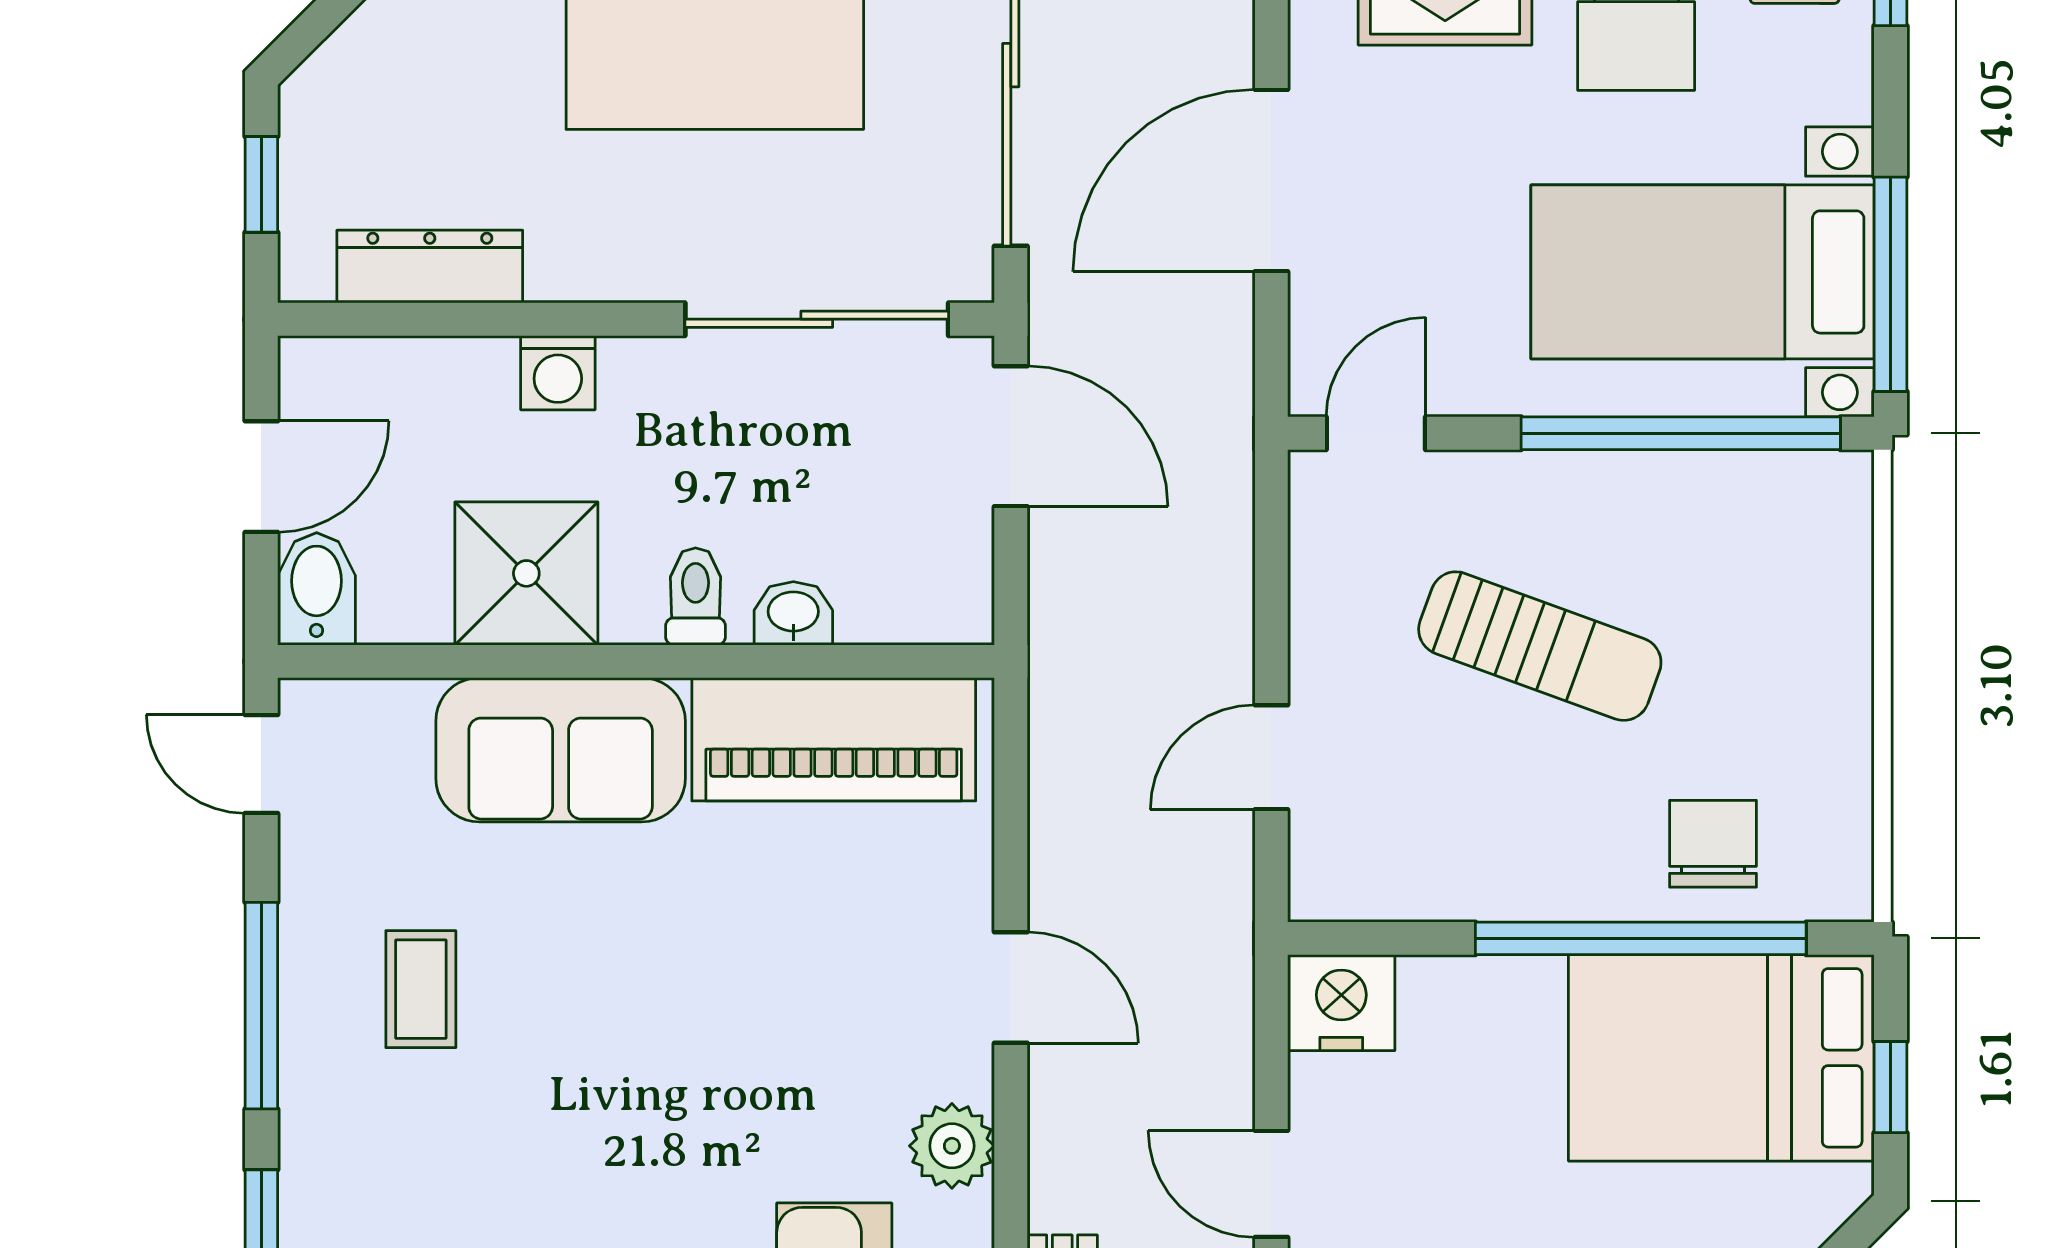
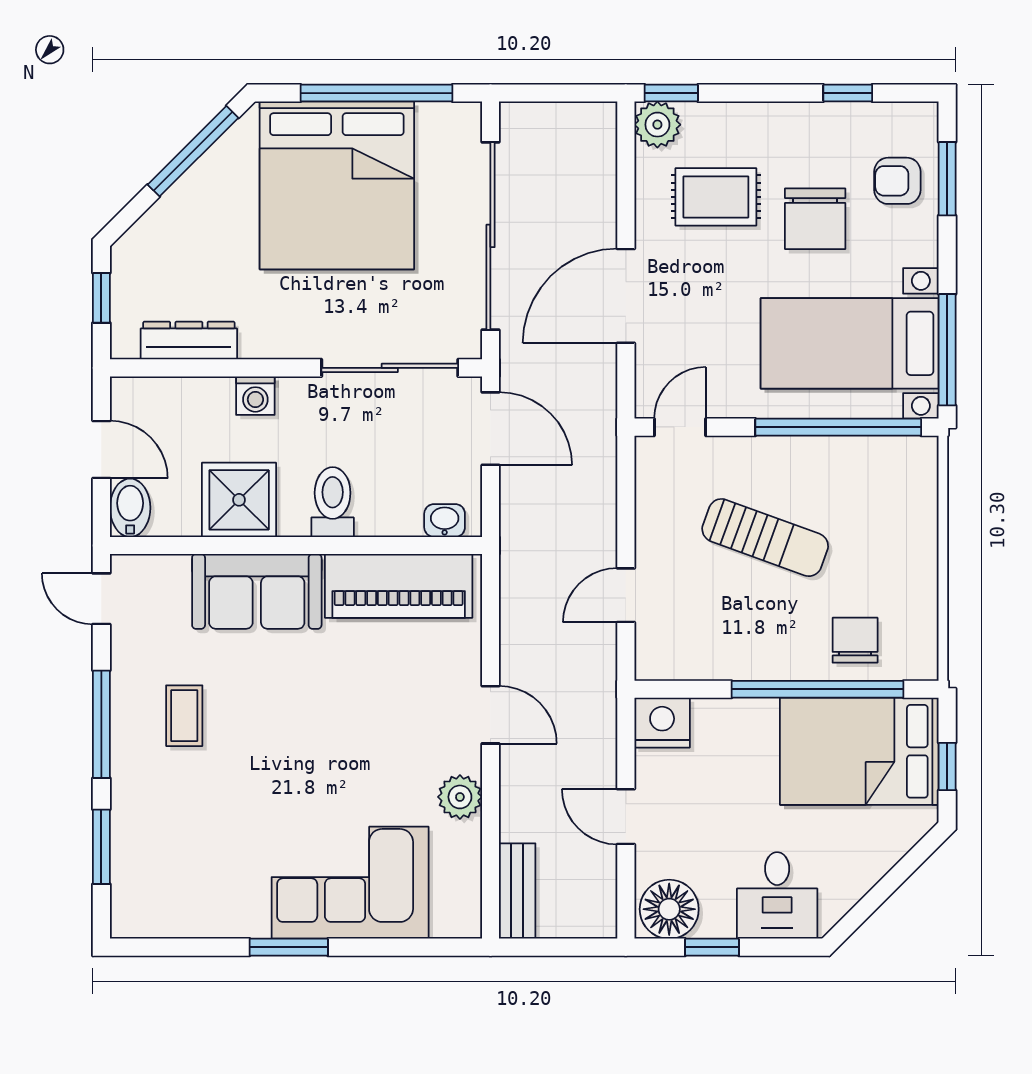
door: (261, 477) -> (101, 450), hinge flipped
toilet: (696, 596) -> (333, 502), width x1.37, depth x1.39
washbasin: (793, 613) -> (445, 521), moved

